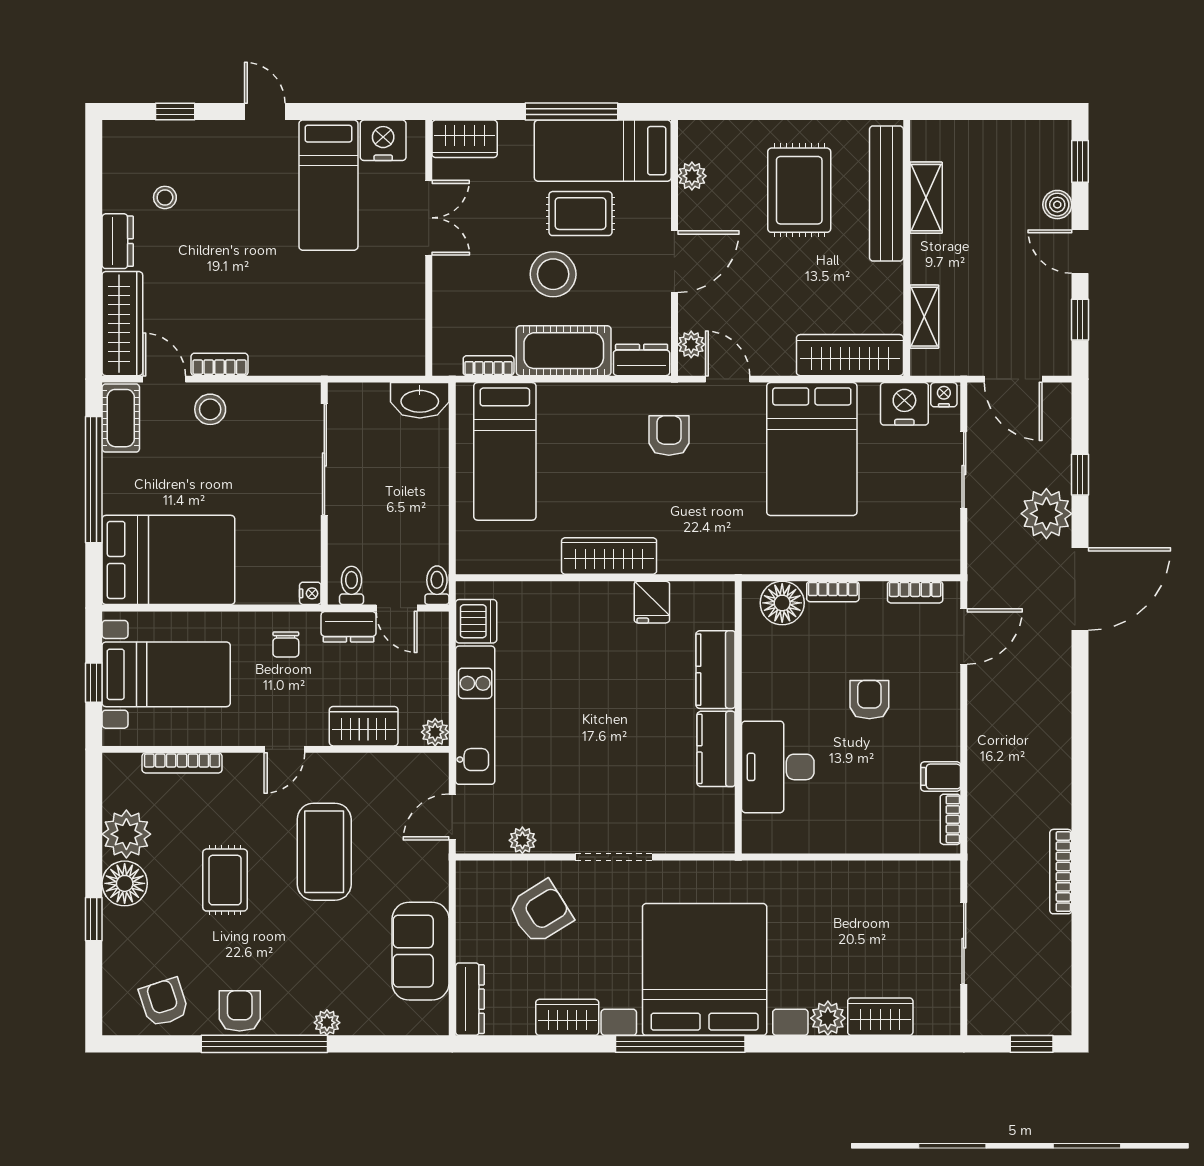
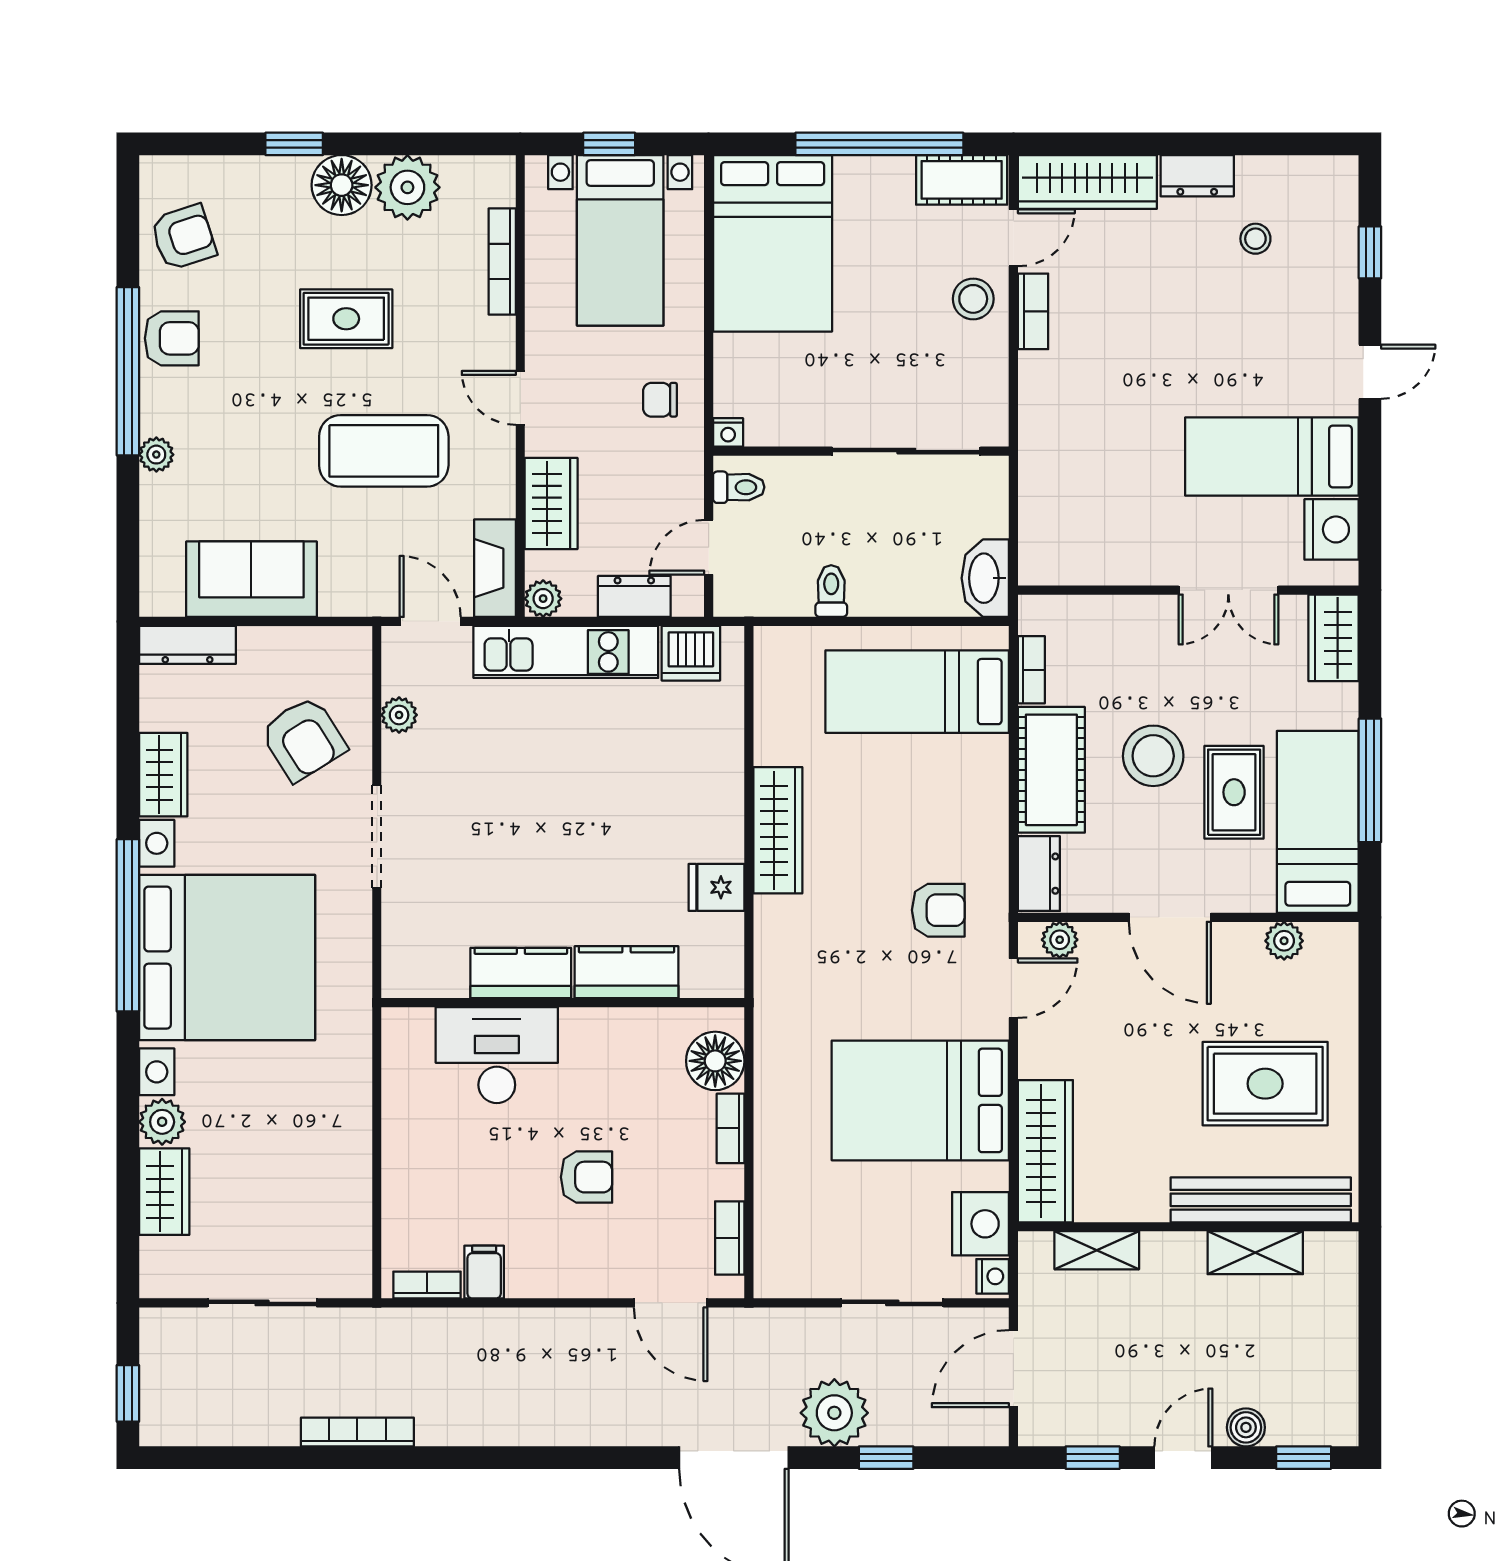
toilet: (437, 585) -> (831, 591), moved, turned -90
dresser: (349, 627) -> (634, 596), moved, turned 90
fireplace: (412, 768) -> (495, 568), added

